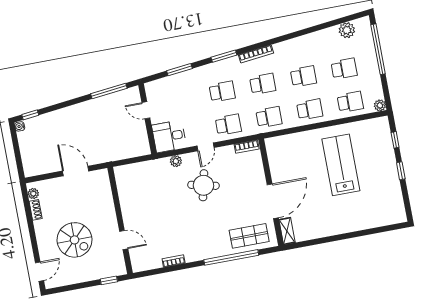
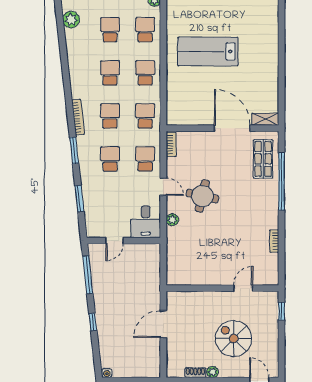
window: (30, 115) -> (93, 322), moved
plant: (33, 194) -> (213, 372), moved
spiral stairs: (75, 240) -> (234, 339), turned -90

